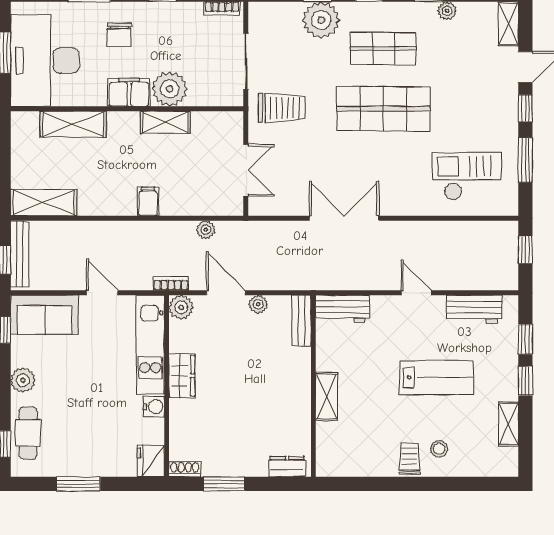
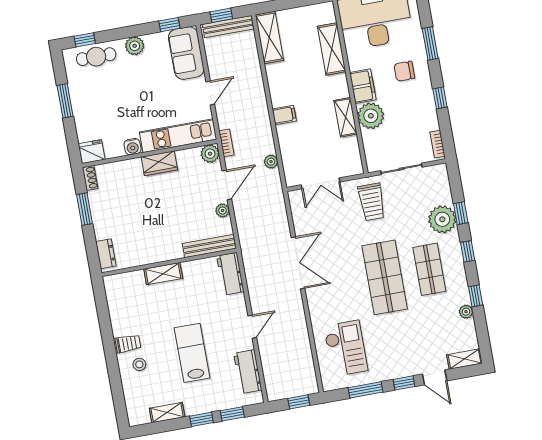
bench: (301, 321) -> (209, 246), width x1.36
lab bench: (437, 377) -> (192, 353), turned 180

